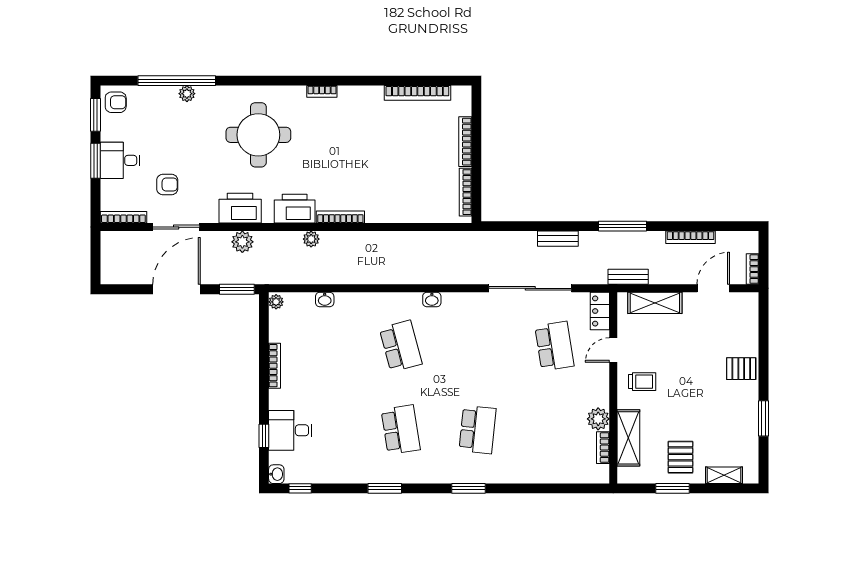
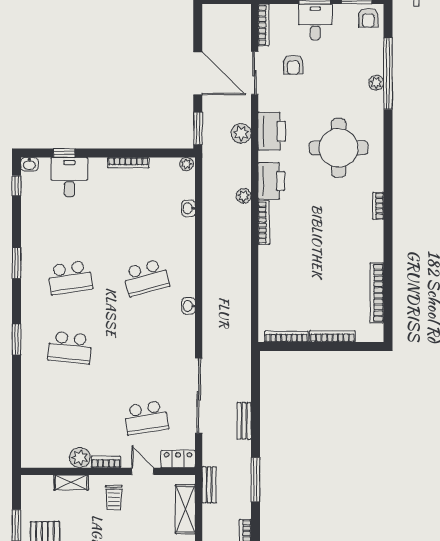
shelving: (628, 438) -> (71, 482), width x0.67, depth x0.75
bookcase: (603, 448) -> (106, 462), moved

